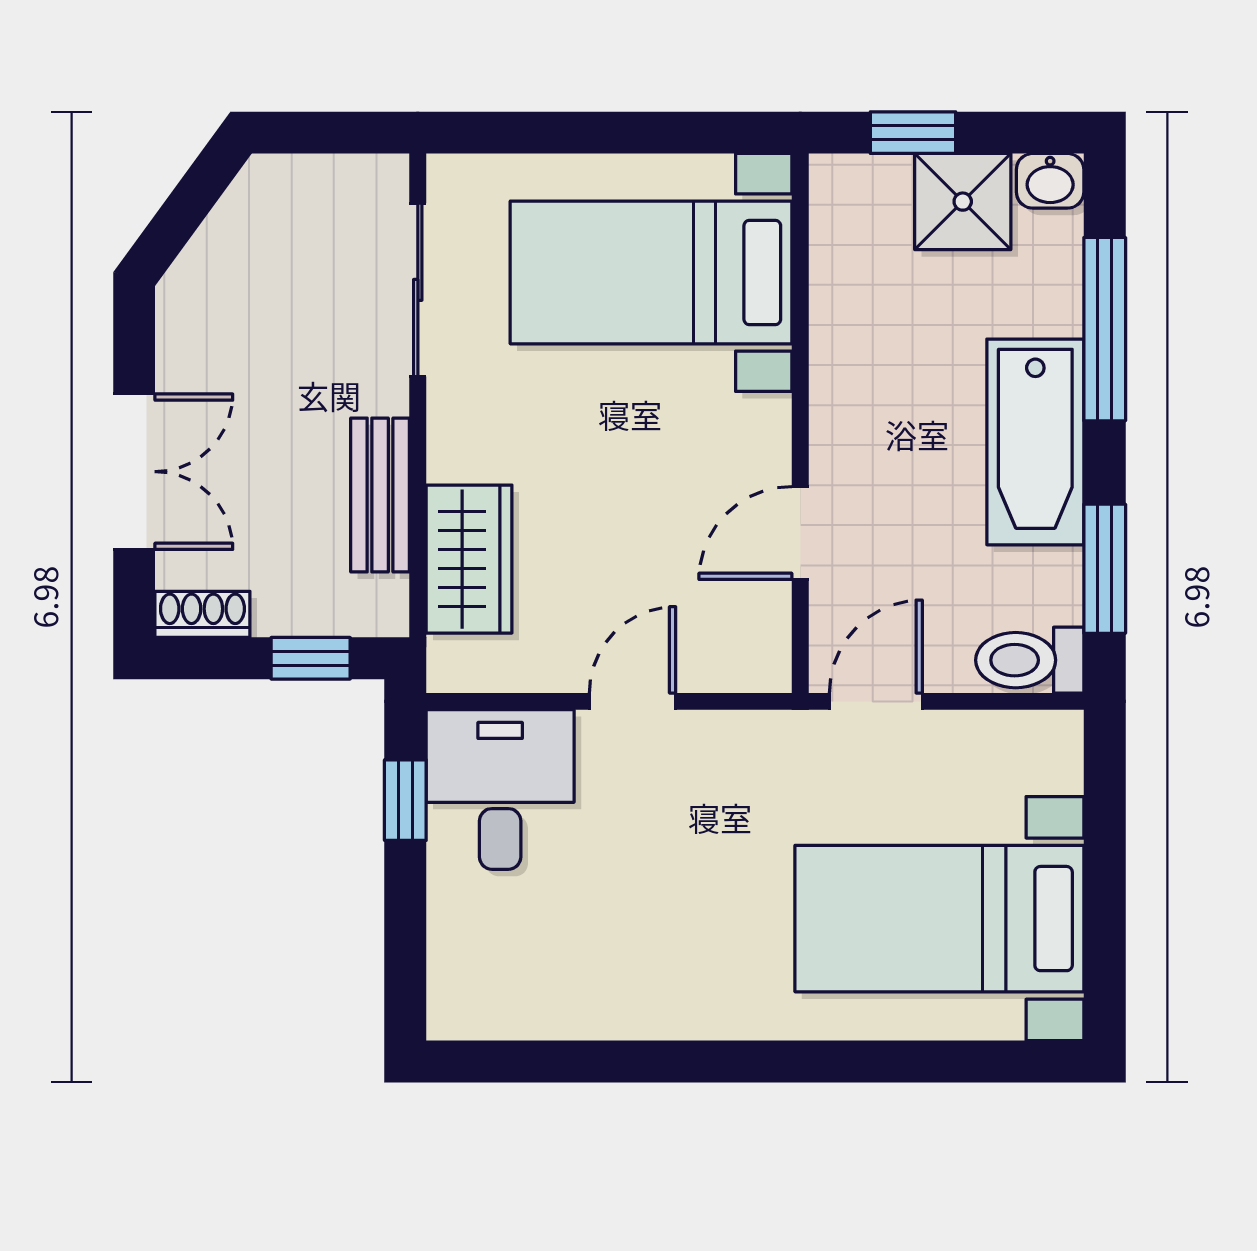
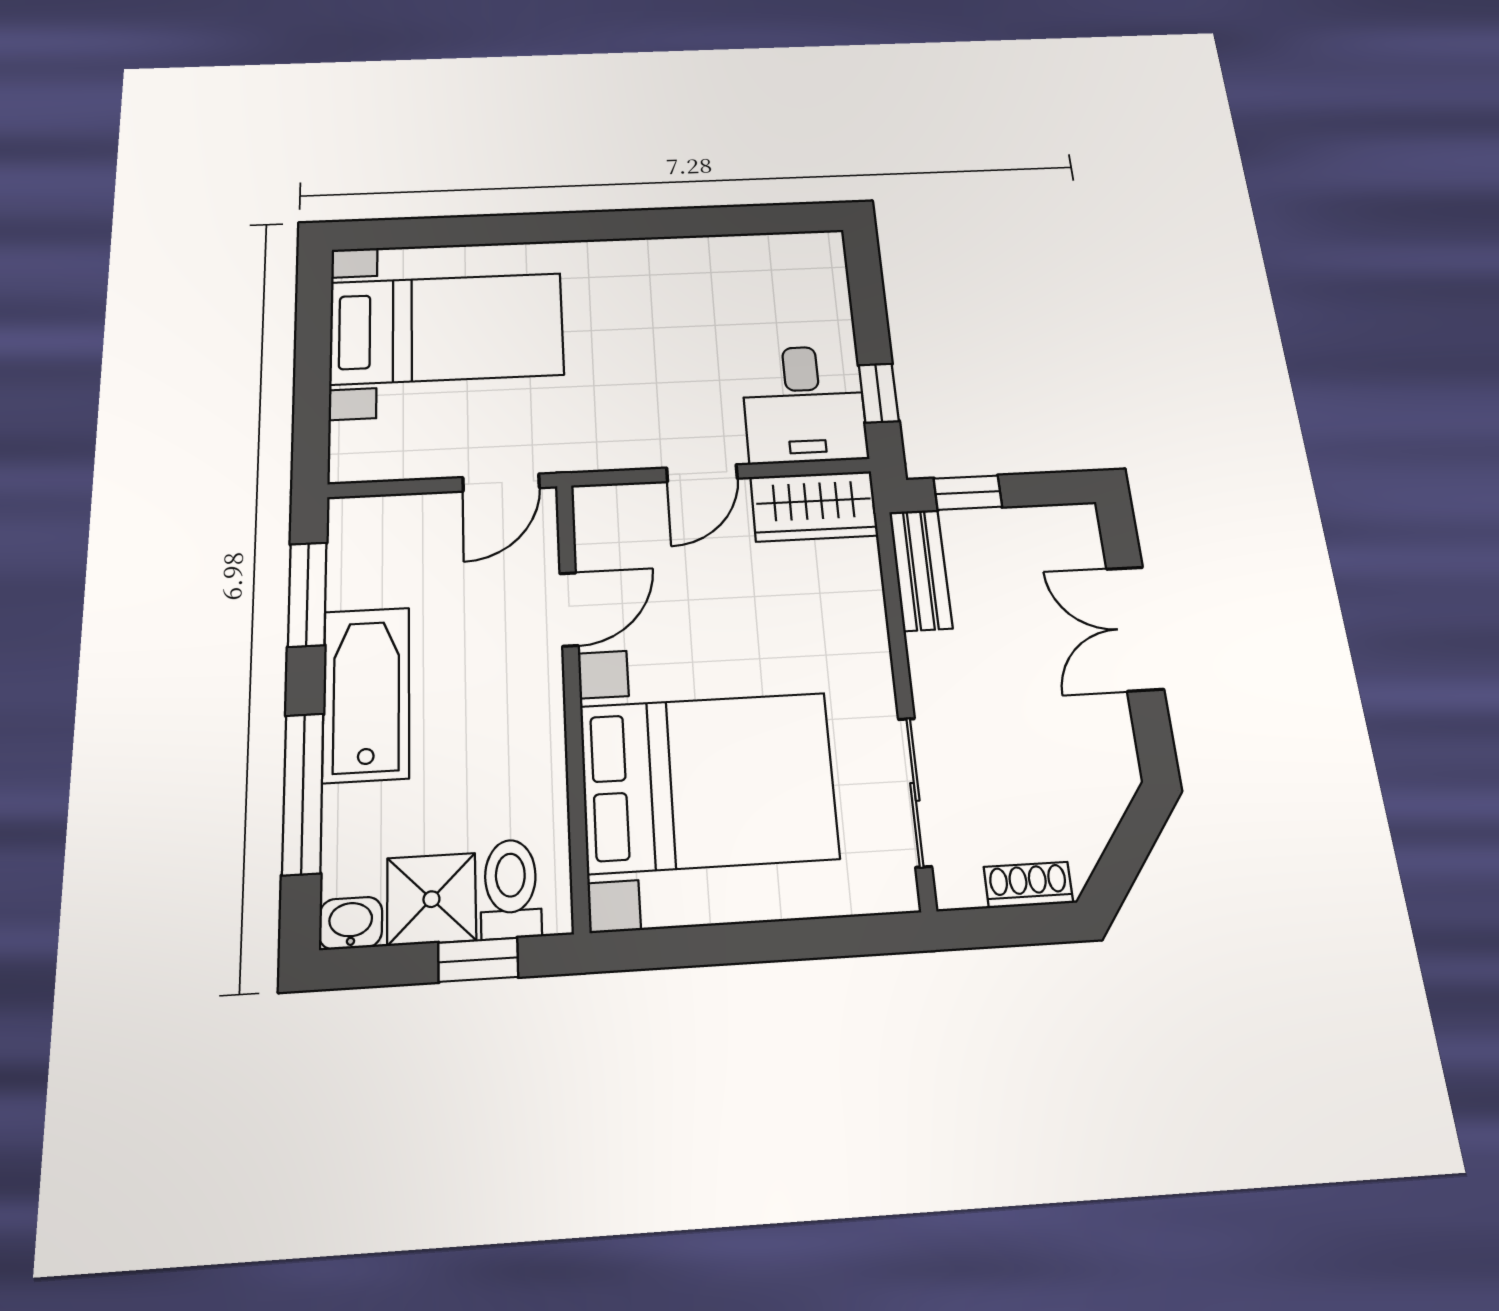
bed with nightstands: (651, 272) -> (708, 782), width x1.36
bench: (380, 495) -> (921, 570), moved
wardrobe: (469, 559) -> (814, 506), moved, turned -90
shoe rack: (202, 614) -> (1028, 885), moved, turned 180
toilet: (1030, 660) -> (511, 889), moved, turned -90

